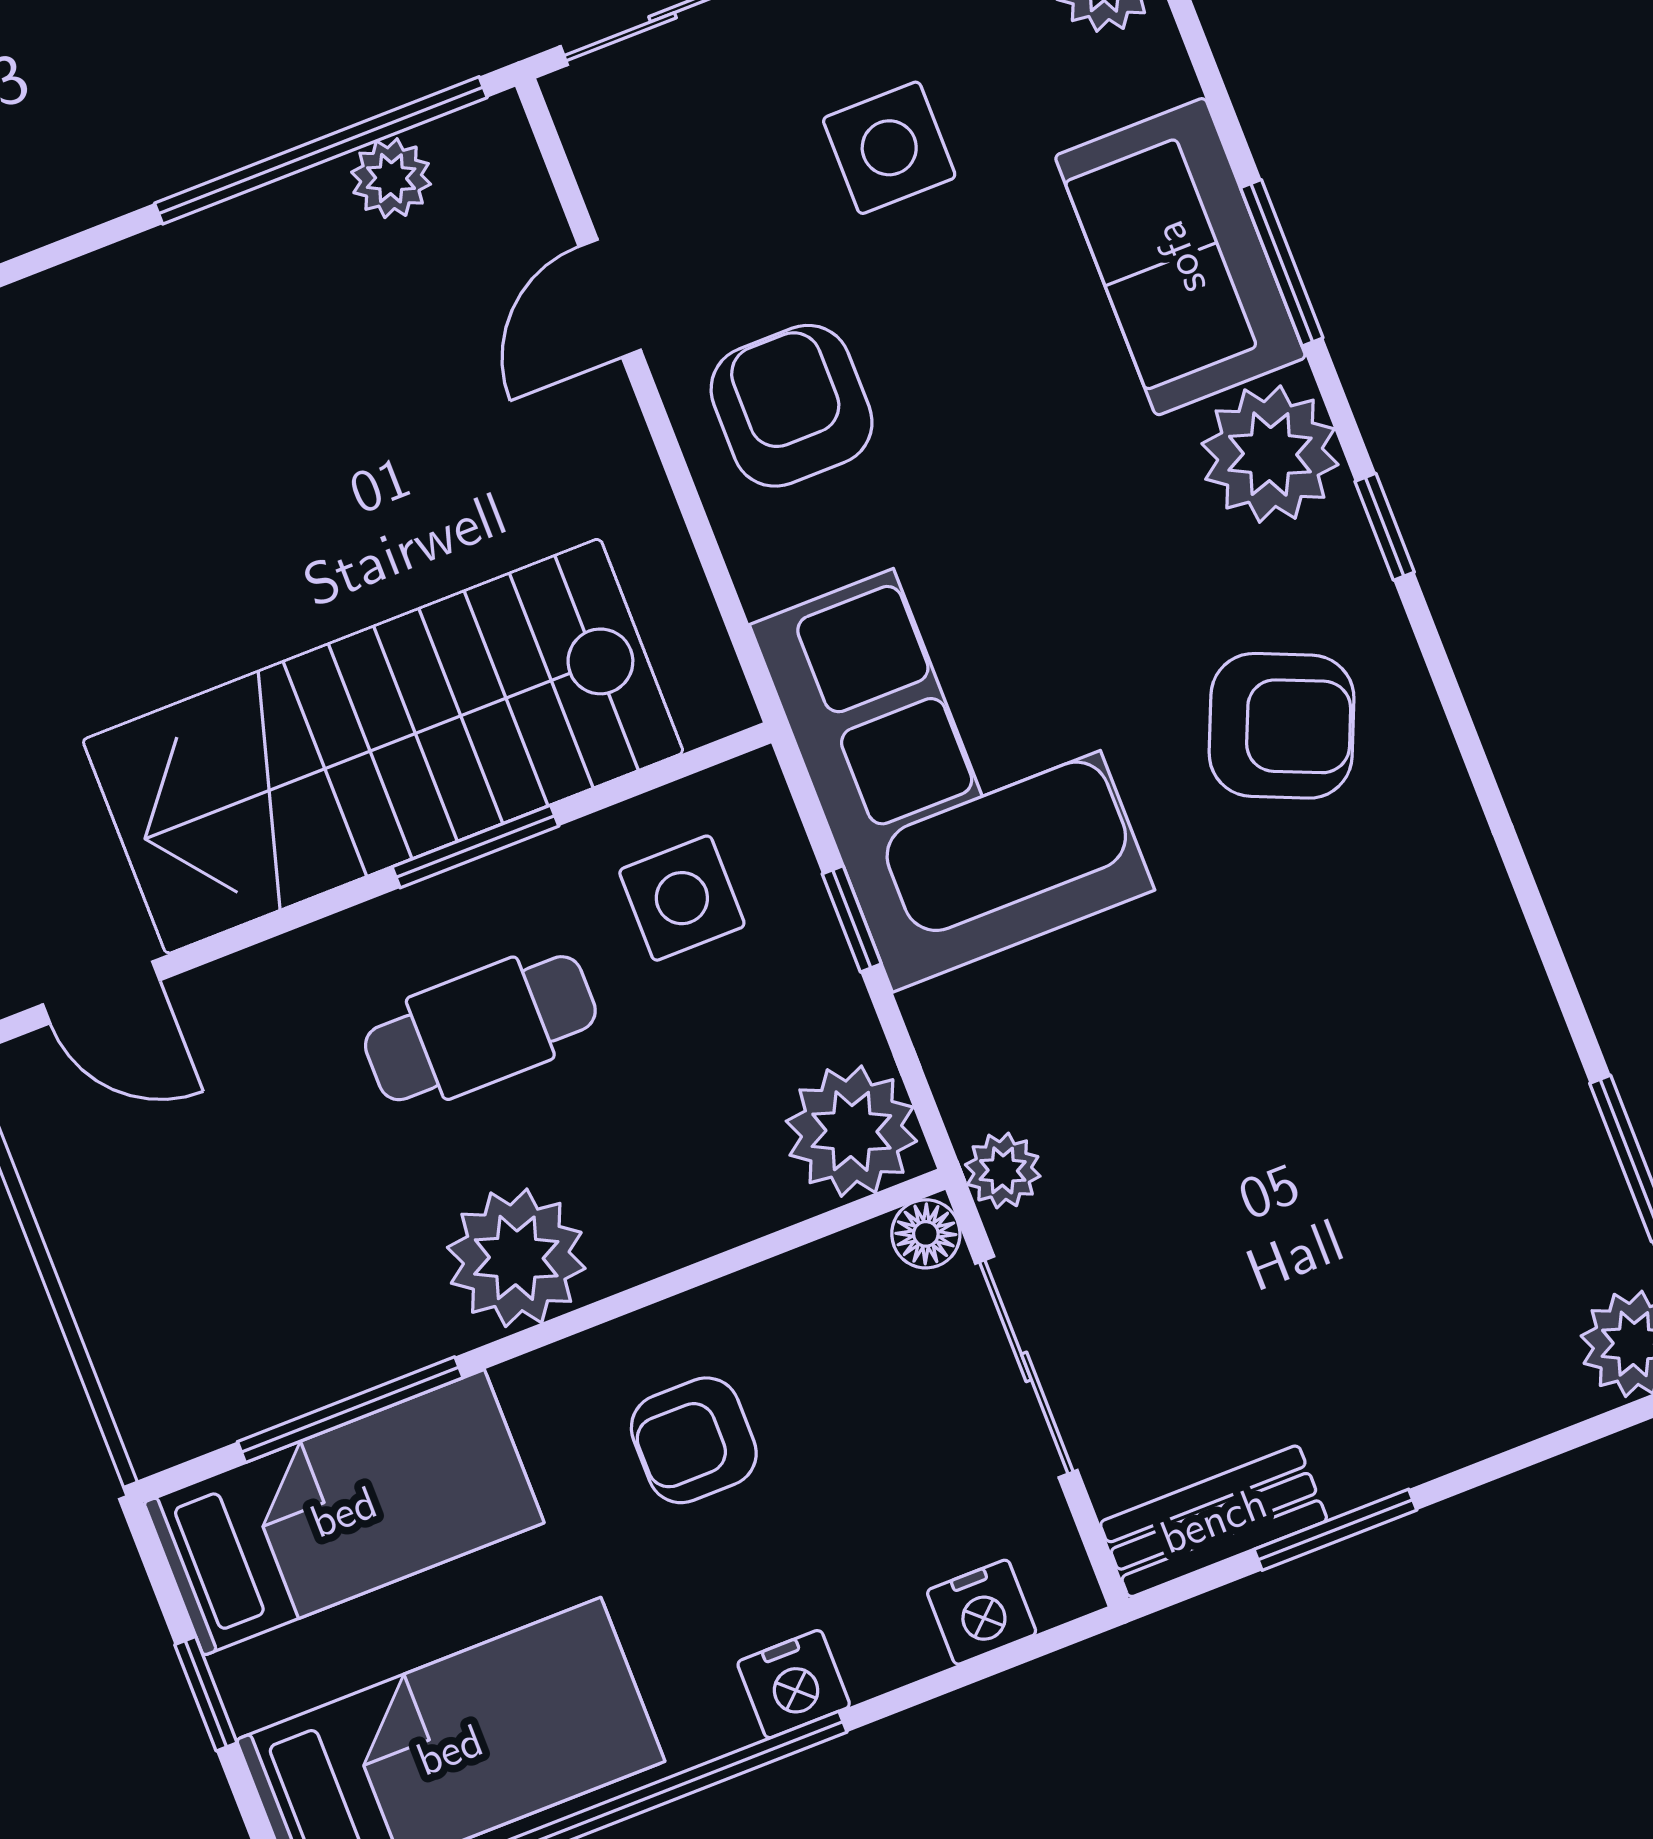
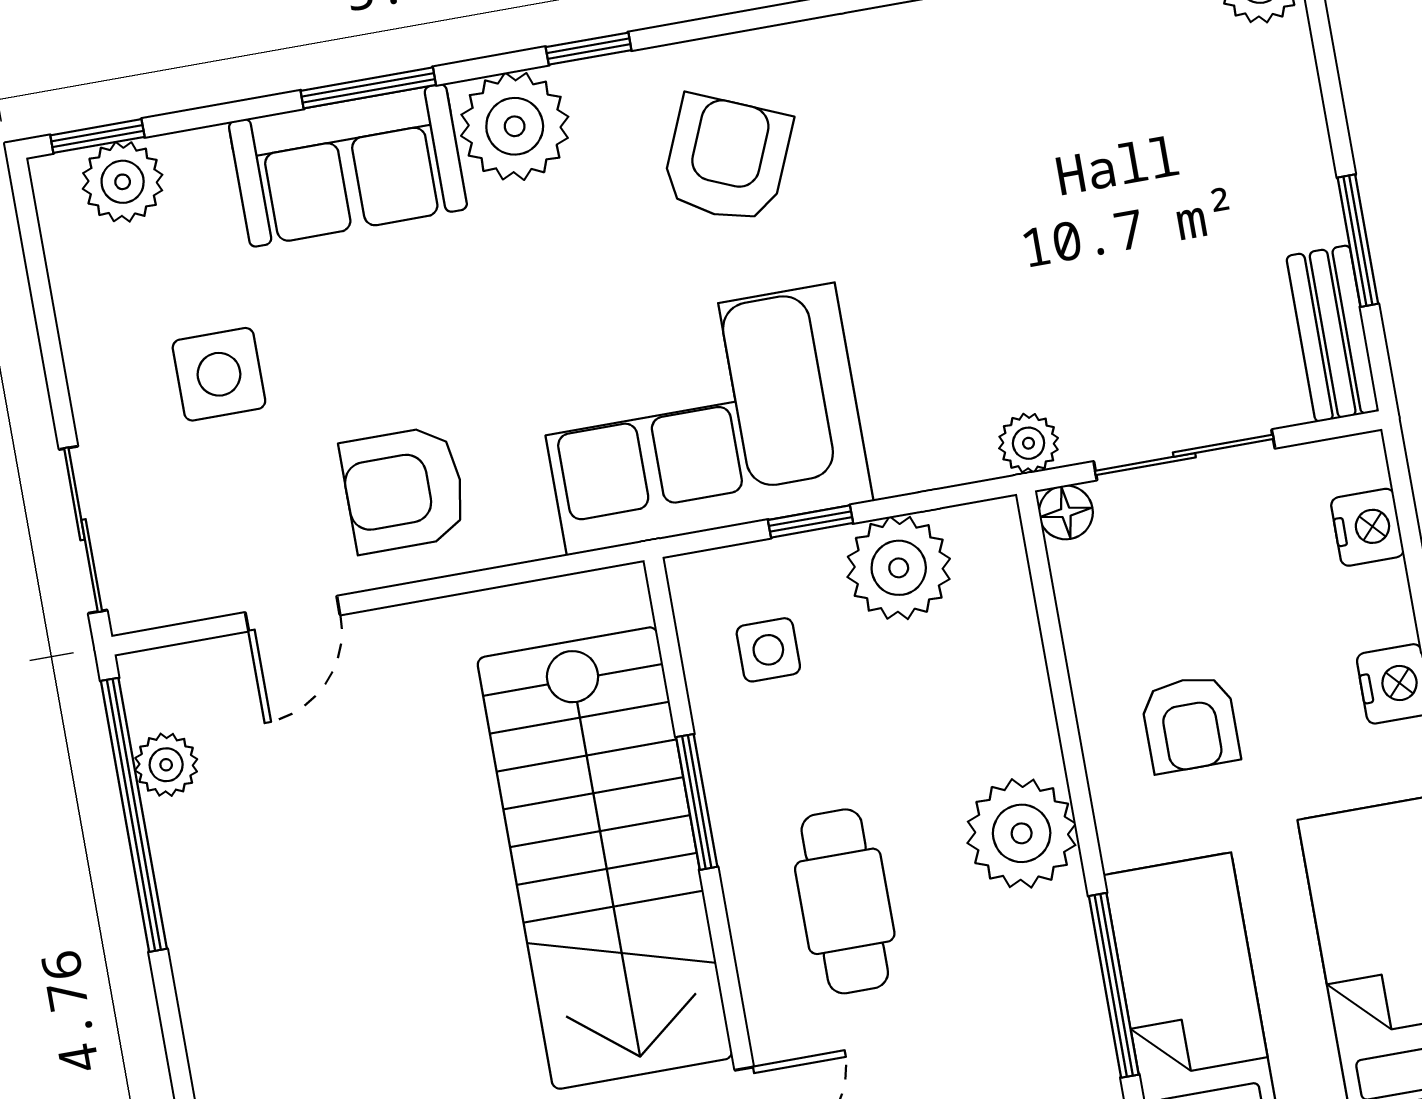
door: (610, 298) -> (293, 614), hinge flipped
side table: (682, 898) -> (768, 650), width x0.73, depth x0.73
cafe table: (480, 1028) -> (845, 901), moved
plant: (851, 1131) -> (899, 568), moved

